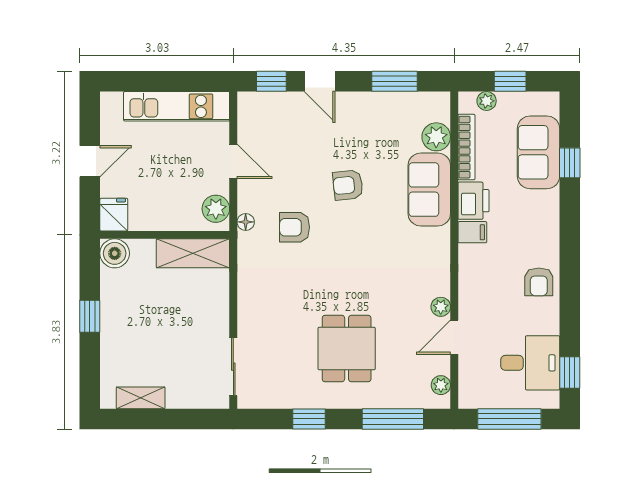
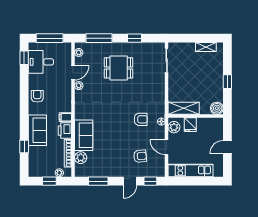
door: (320, 81) -> (130, 181), swing flipped
sofa: (538, 152) -> (37, 130), moved
armchair: (348, 185) -> (140, 156), moved
fridge: (114, 215) -> (190, 125), moved
dining table: (347, 349) -> (119, 68), turned 90

